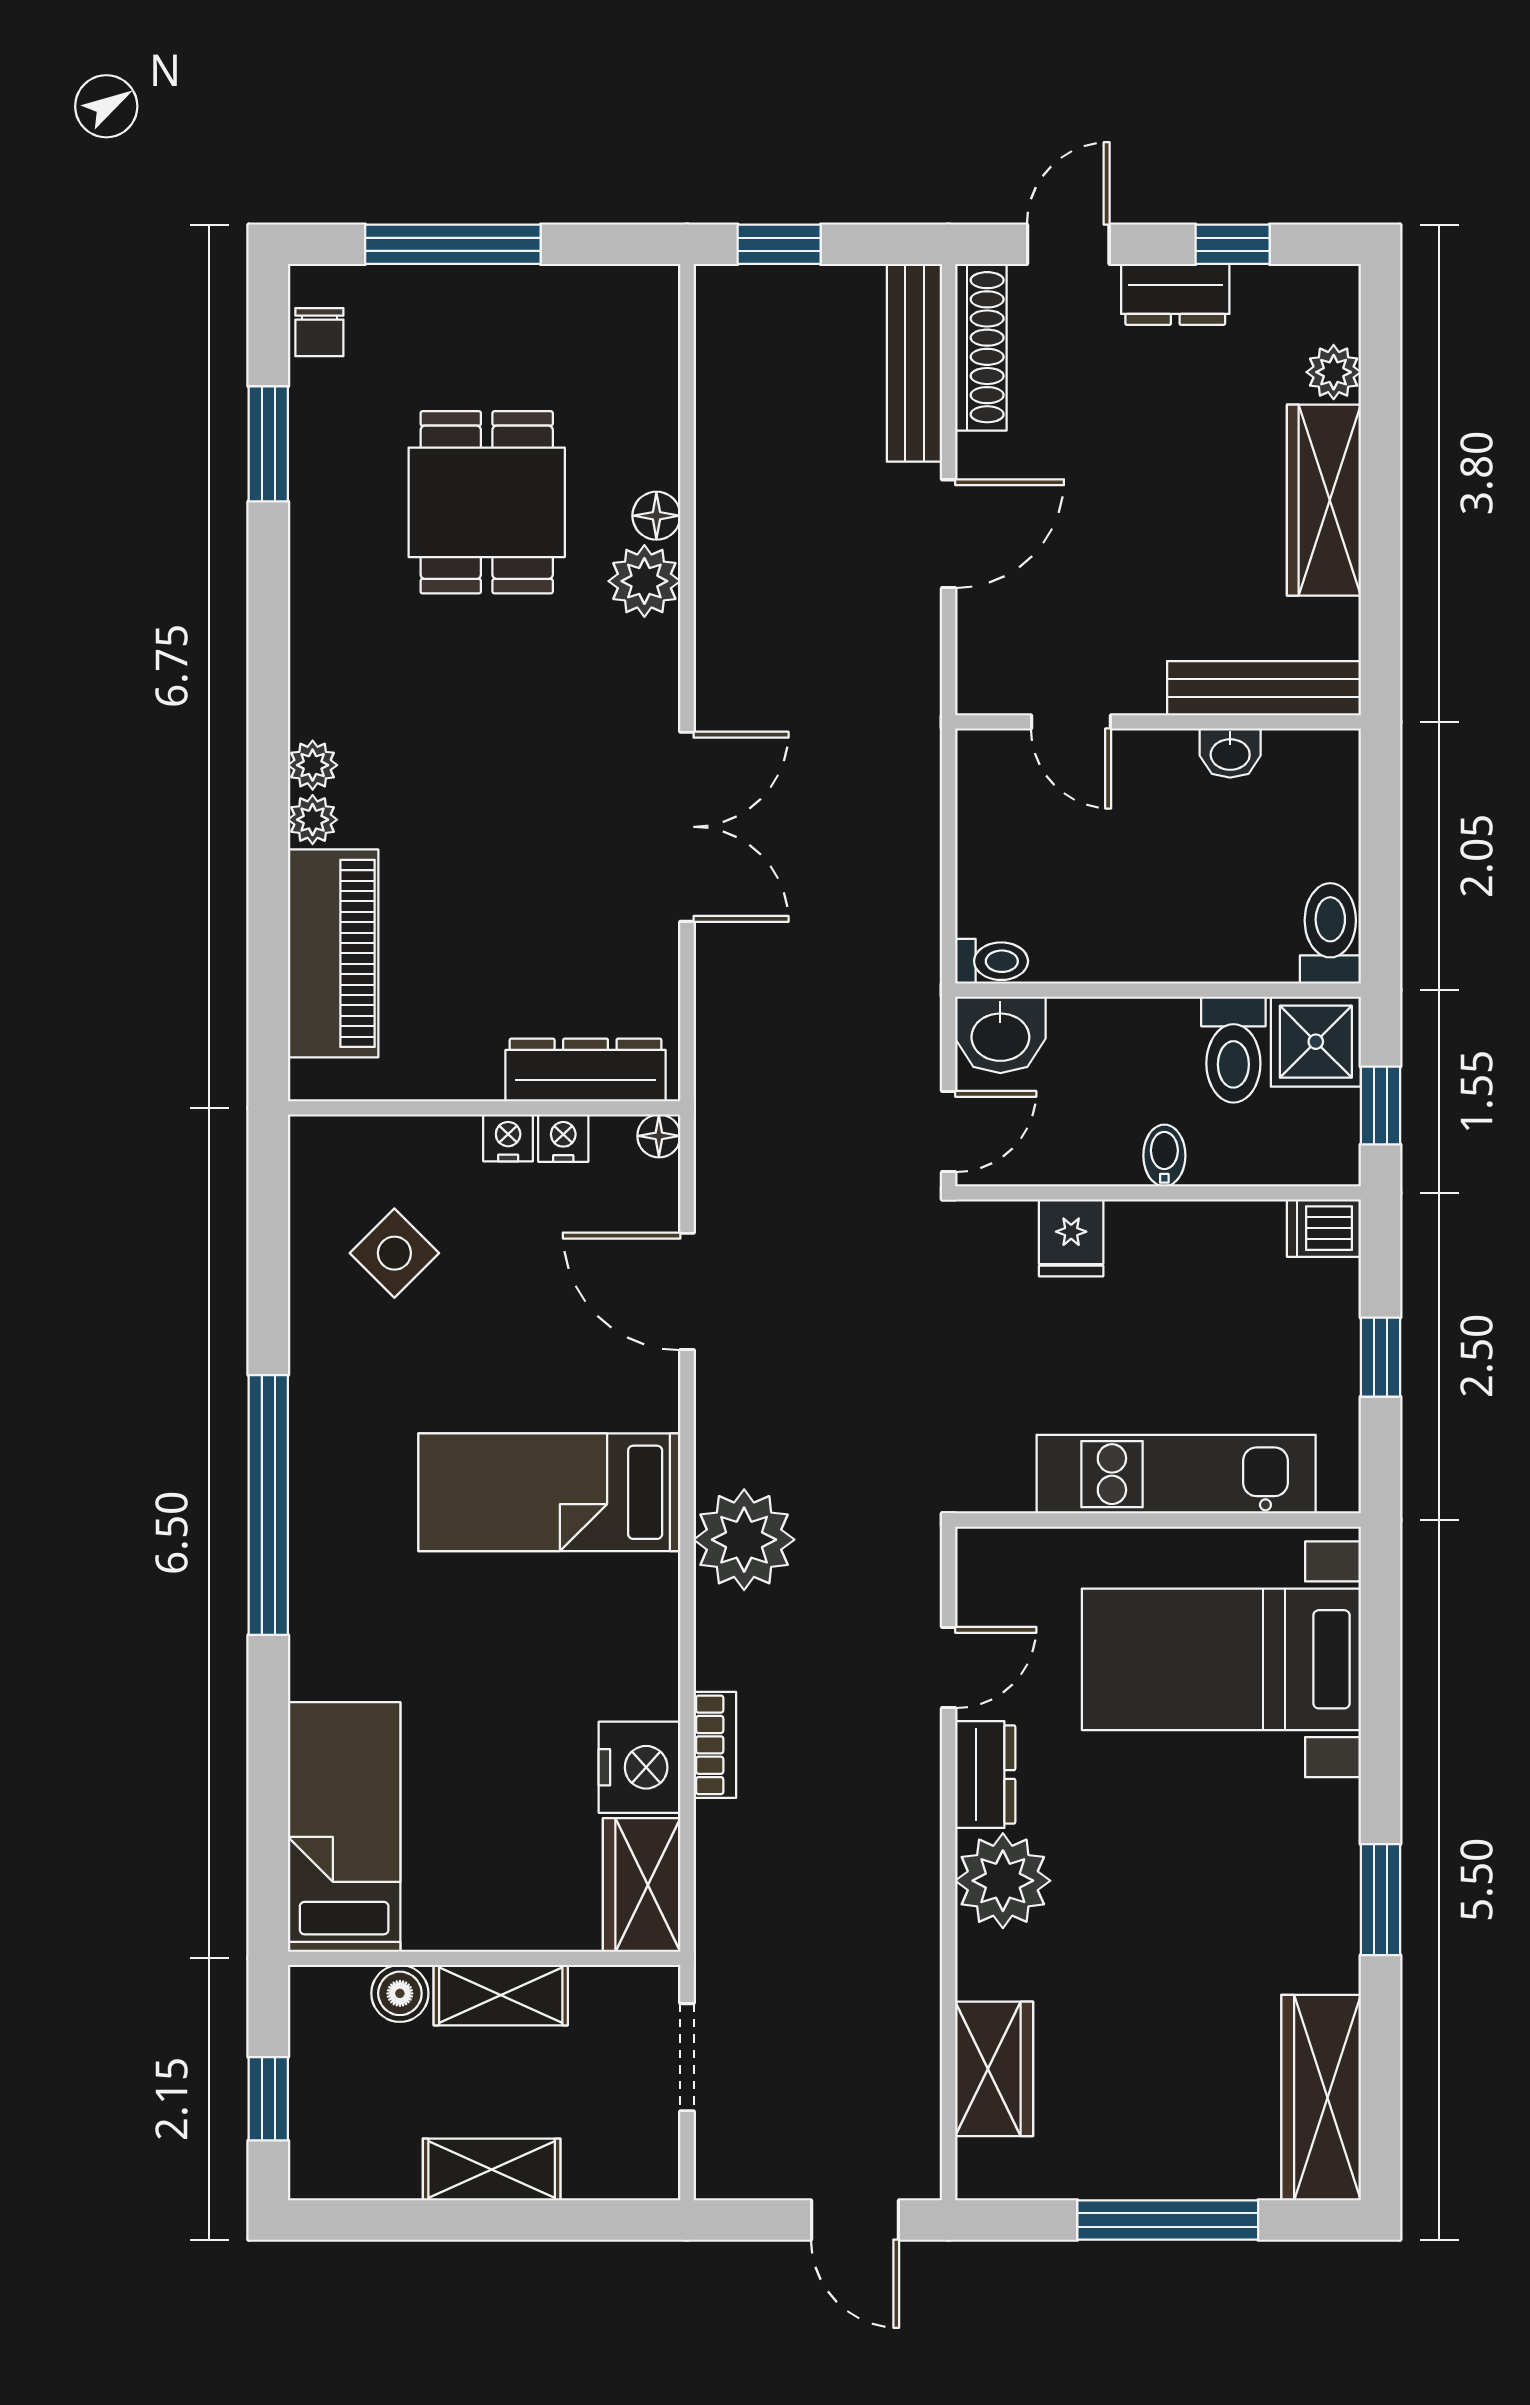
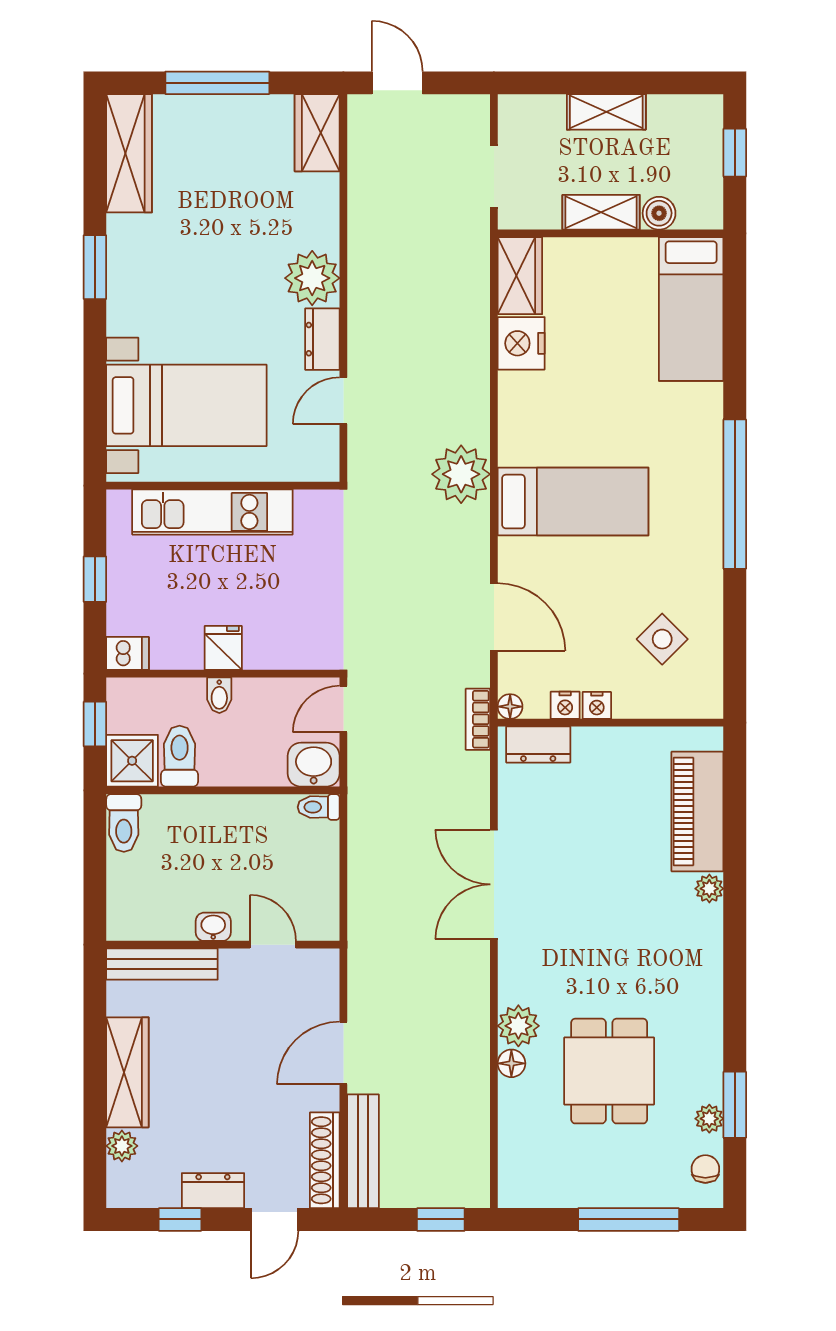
washbasin: (1230, 753) -> (213, 927), moved
plant: (313, 765) -> (709, 1119), moved
dresser: (586, 1070) -> (538, 744), width x0.70
fridge: (1071, 1238) -> (223, 648), moved
bookcase: (715, 1745) -> (478, 719), moved
wardrobe: (994, 2069) -> (317, 133), moved

